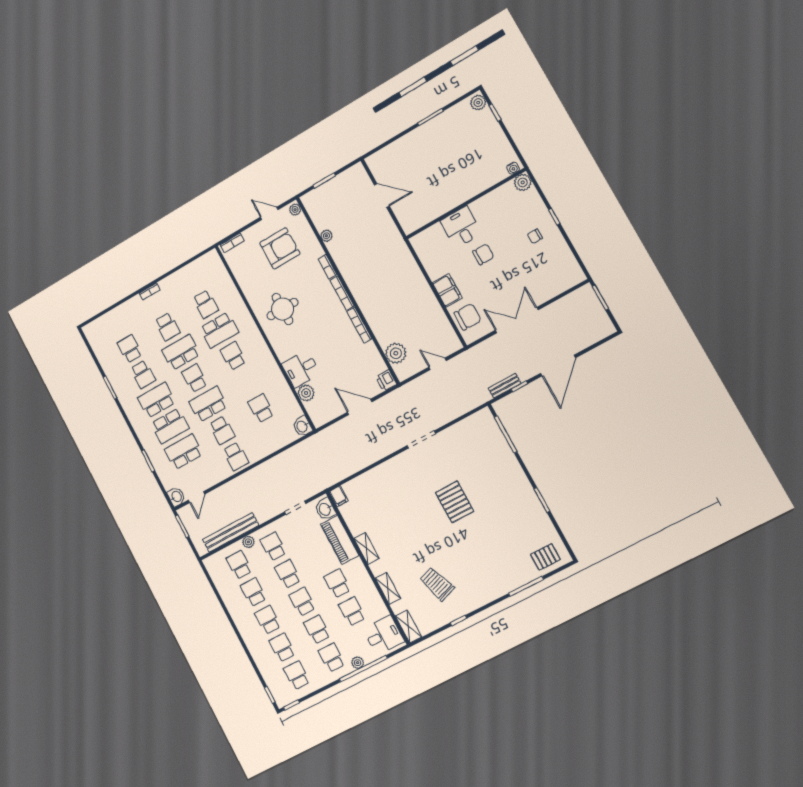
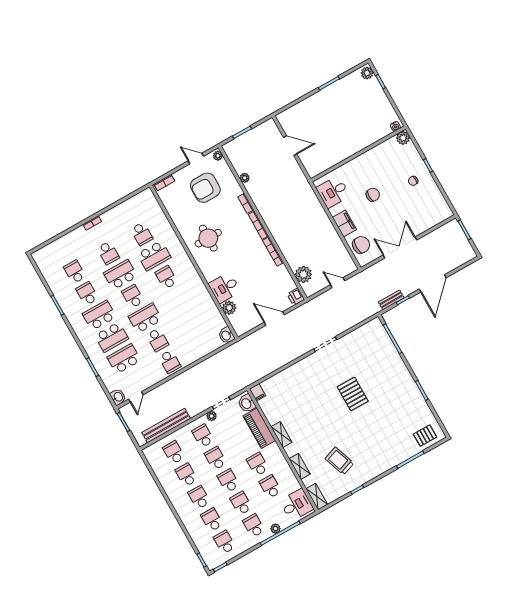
desk: (461, 227) -> (333, 192), moved, turned -90
armchair: (280, 248) -> (205, 188), turned 180
school desk: (143, 374) -> (87, 294), turned 180
school desk: (261, 408) -> (191, 321), removed
plant: (248, 542) -> (212, 416), moved

